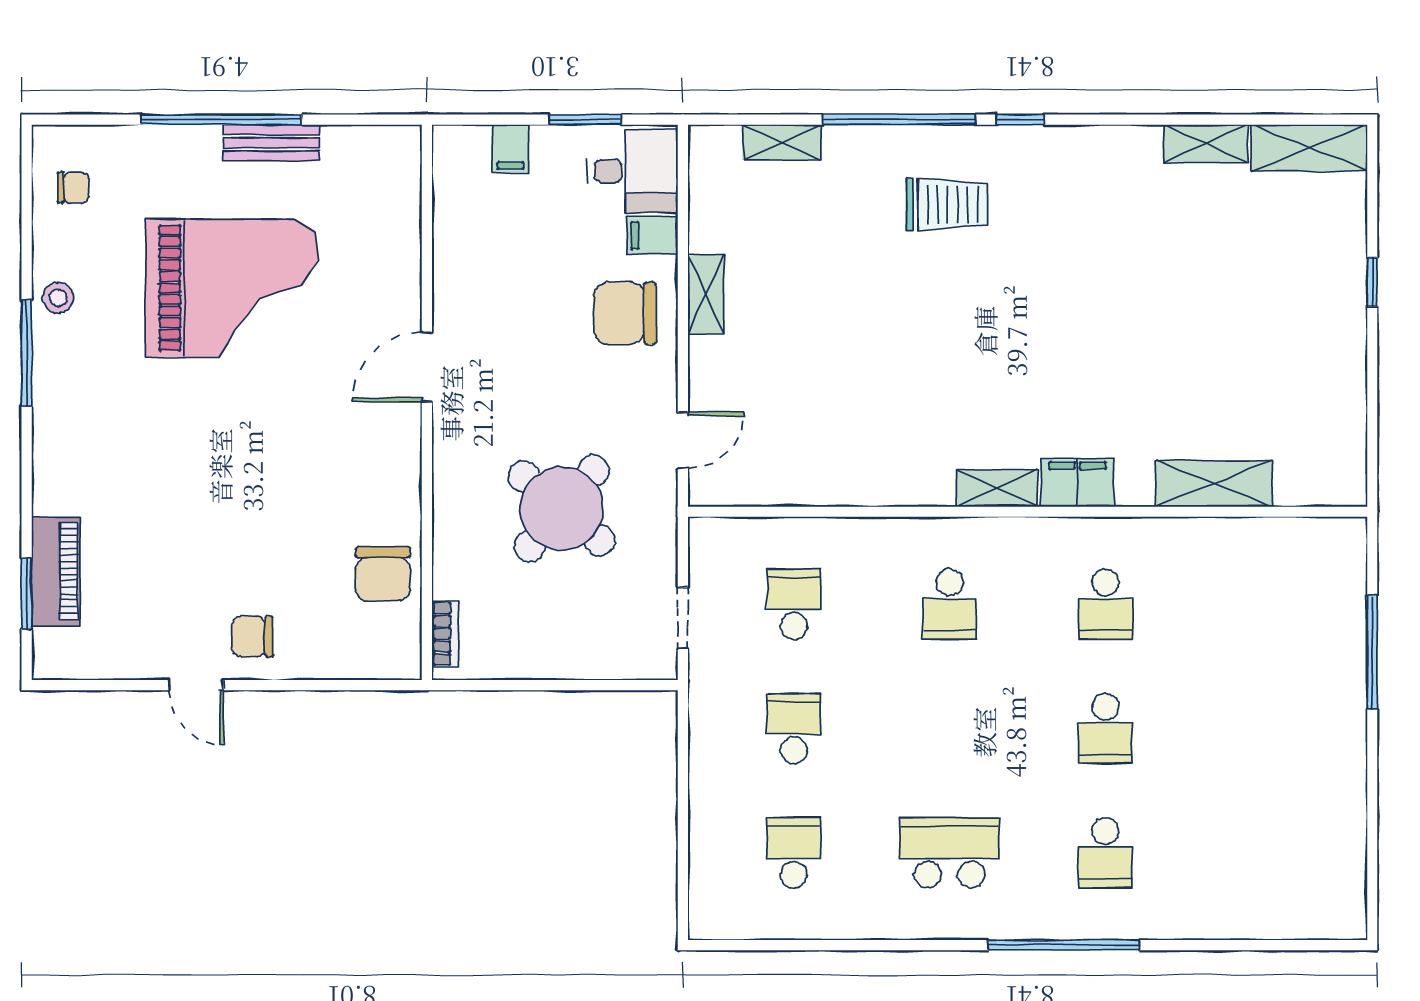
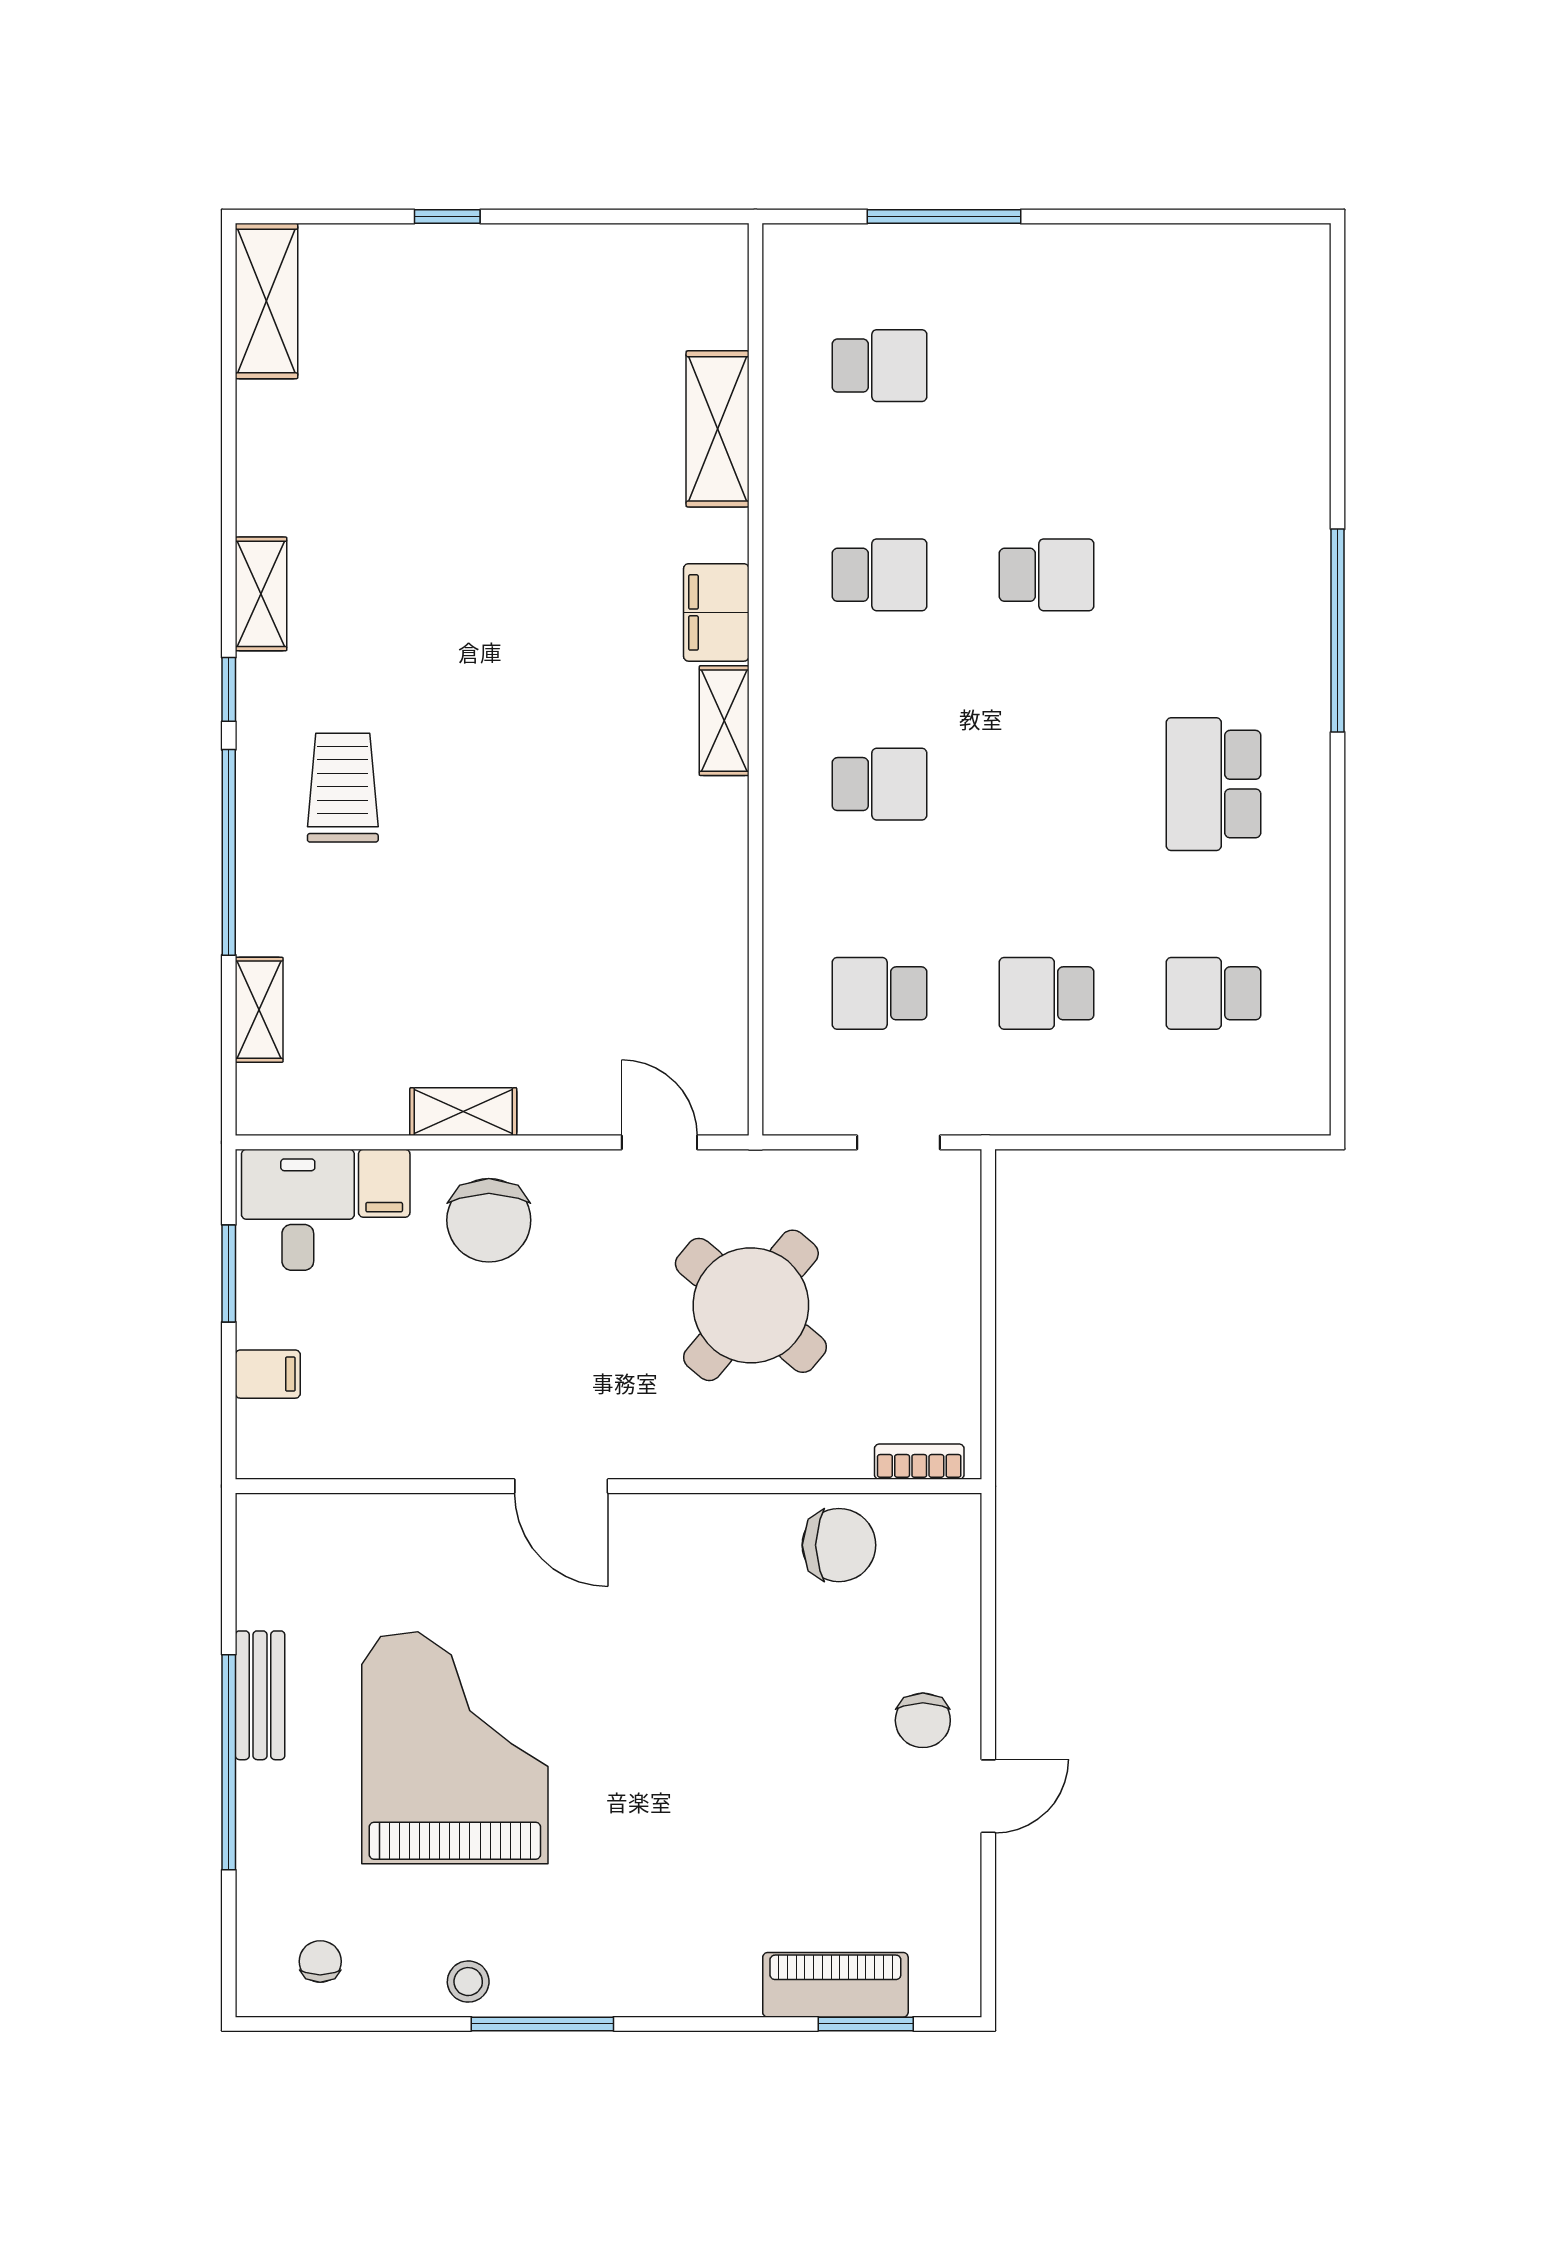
shelving: (1206, 144) -> (261, 594), moved
school desk: (1105, 853) -> (880, 366), moved

